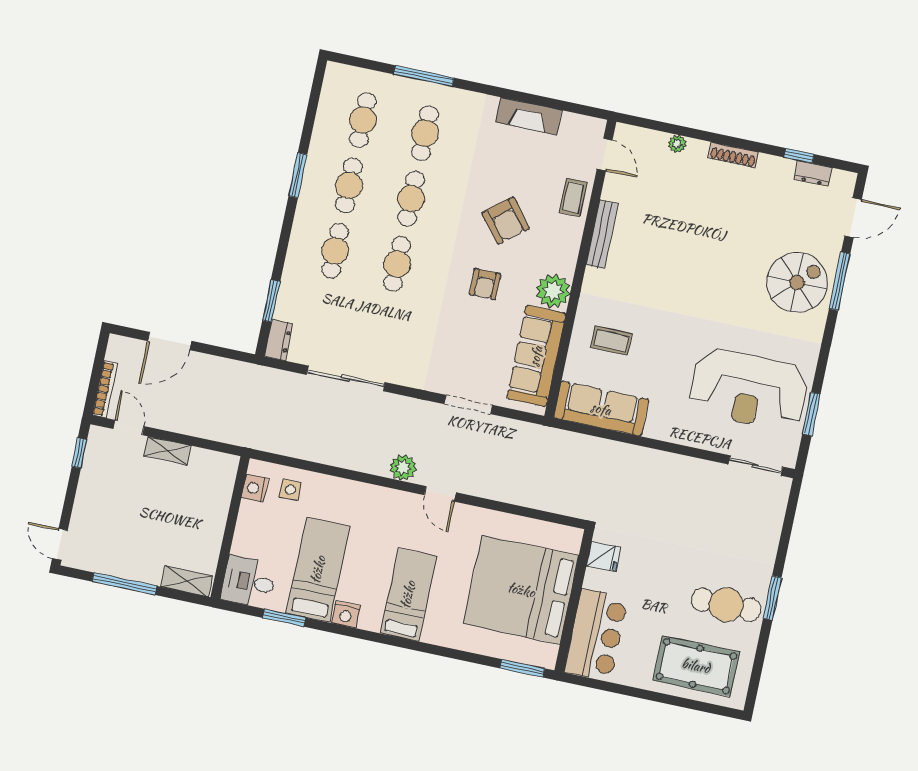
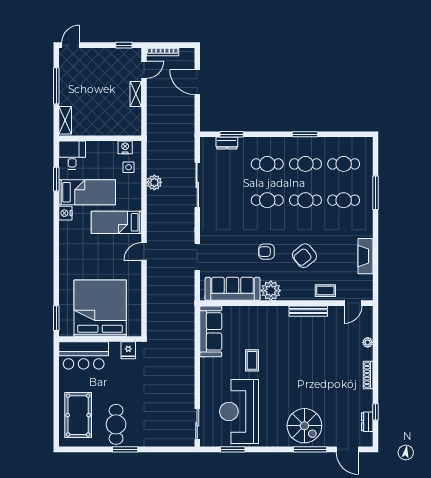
dresser: (279, 340) -> (227, 143), moved
coffee table: (611, 341) -> (252, 360), moved
plant: (403, 467) -> (154, 182), moved
bed: (408, 595) -> (116, 222), moved, turned 180

